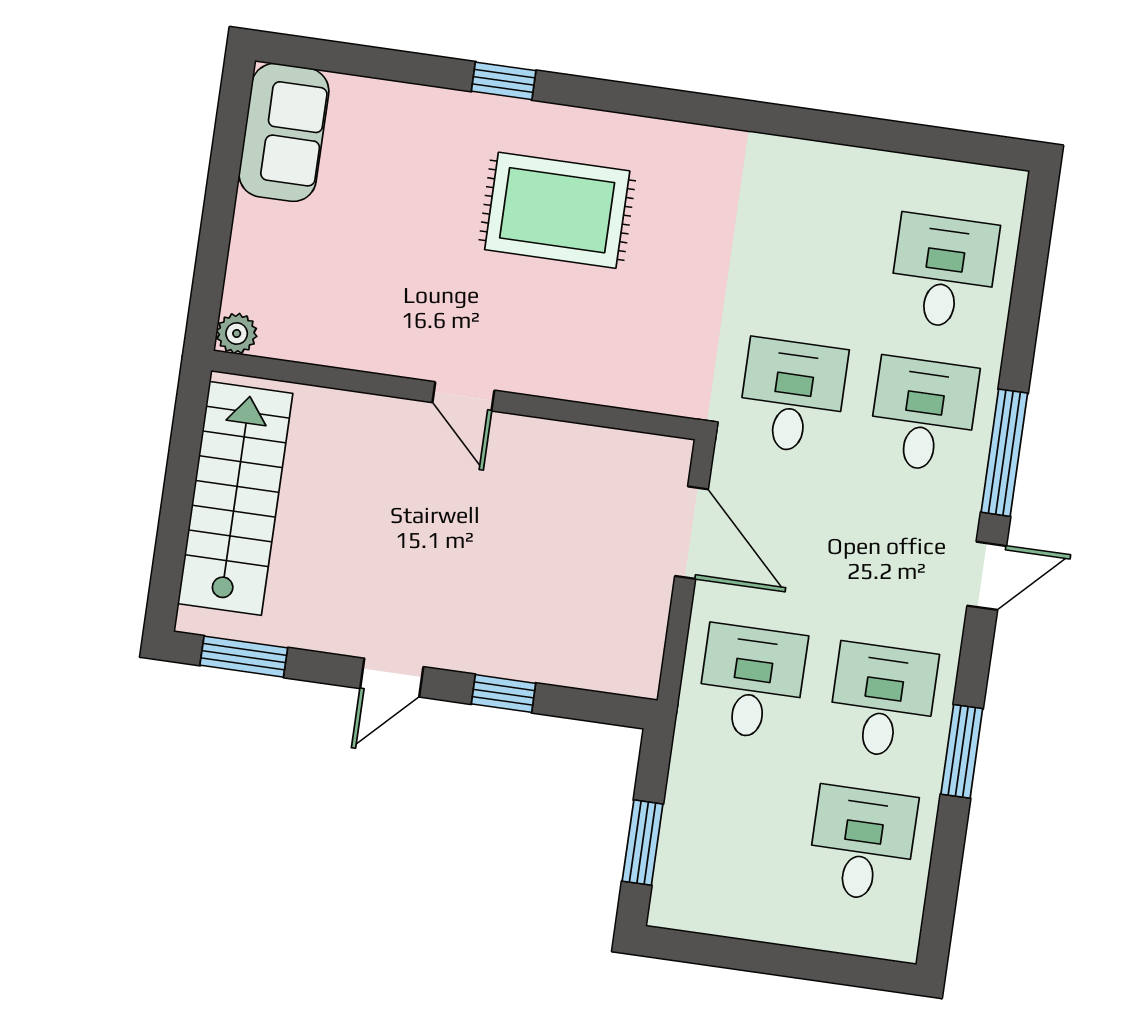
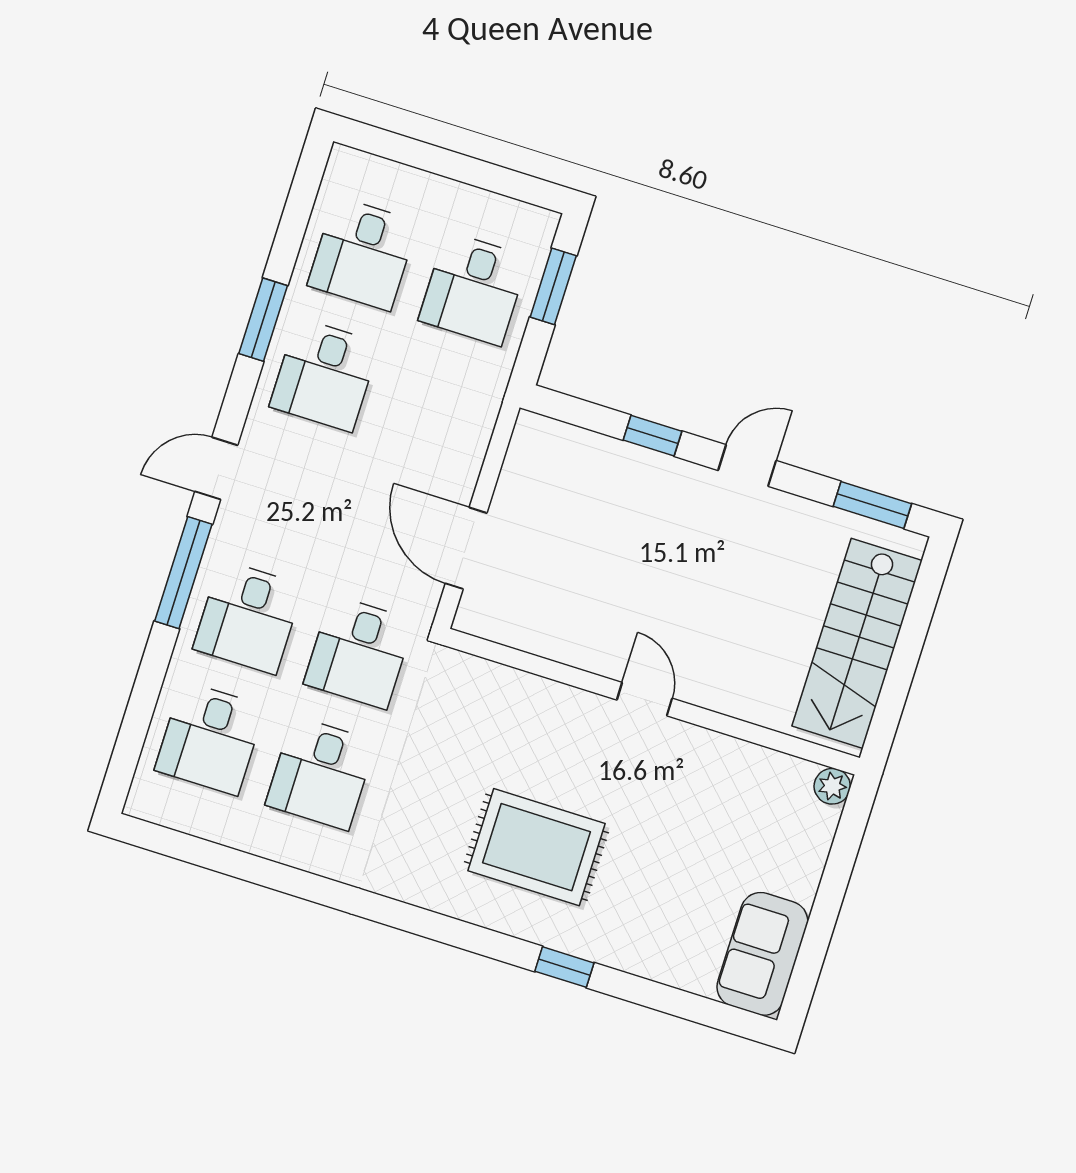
desk: (813, 253) -> (321, 773), added
desk: (752, 682) -> (474, 289), moved

